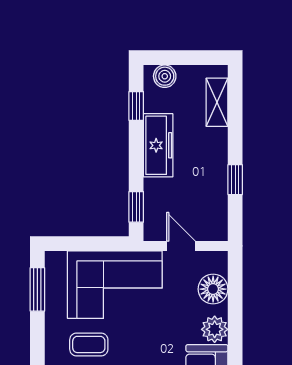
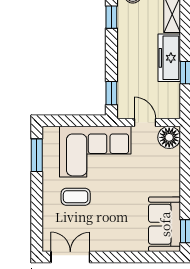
freezer: (158, 145) -> (169, 58), moved, turned 180
floor lamp: (213, 289) -> (169, 137), moved
plant: (215, 329) -> (170, 185), removed

